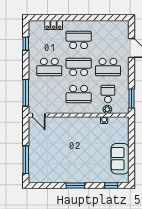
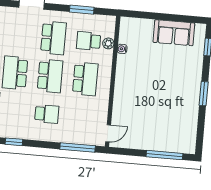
school desk: (49, 67) -> (47, 114), width x0.54
school desk: (79, 67) -> (50, 76), turned 180
window: (131, 98) -> (82, 10), moved

